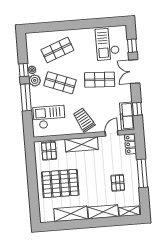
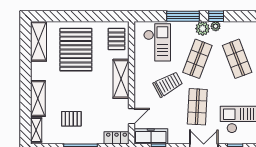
trolley: (84, 120) -> (168, 84), moved
door: (112, 133) -> (131, 116), hinge flipped
pallet: (49, 151) -> (116, 39), turned 90
shelving: (71, 214) -> (39, 41), moved

